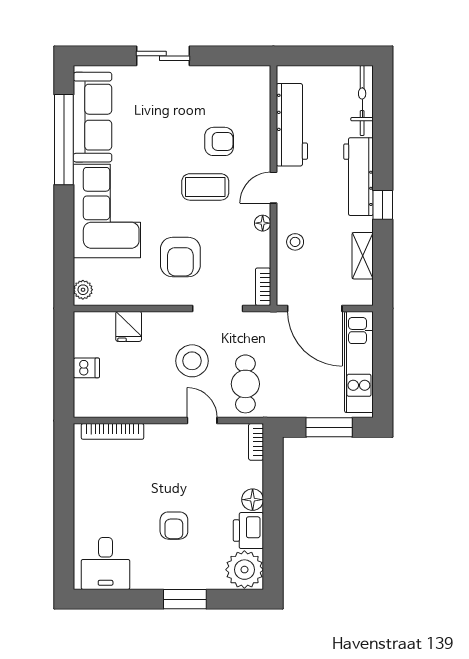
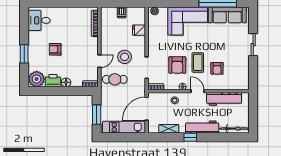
armchair: (180, 257) -> (177, 65), moved, turned -90

